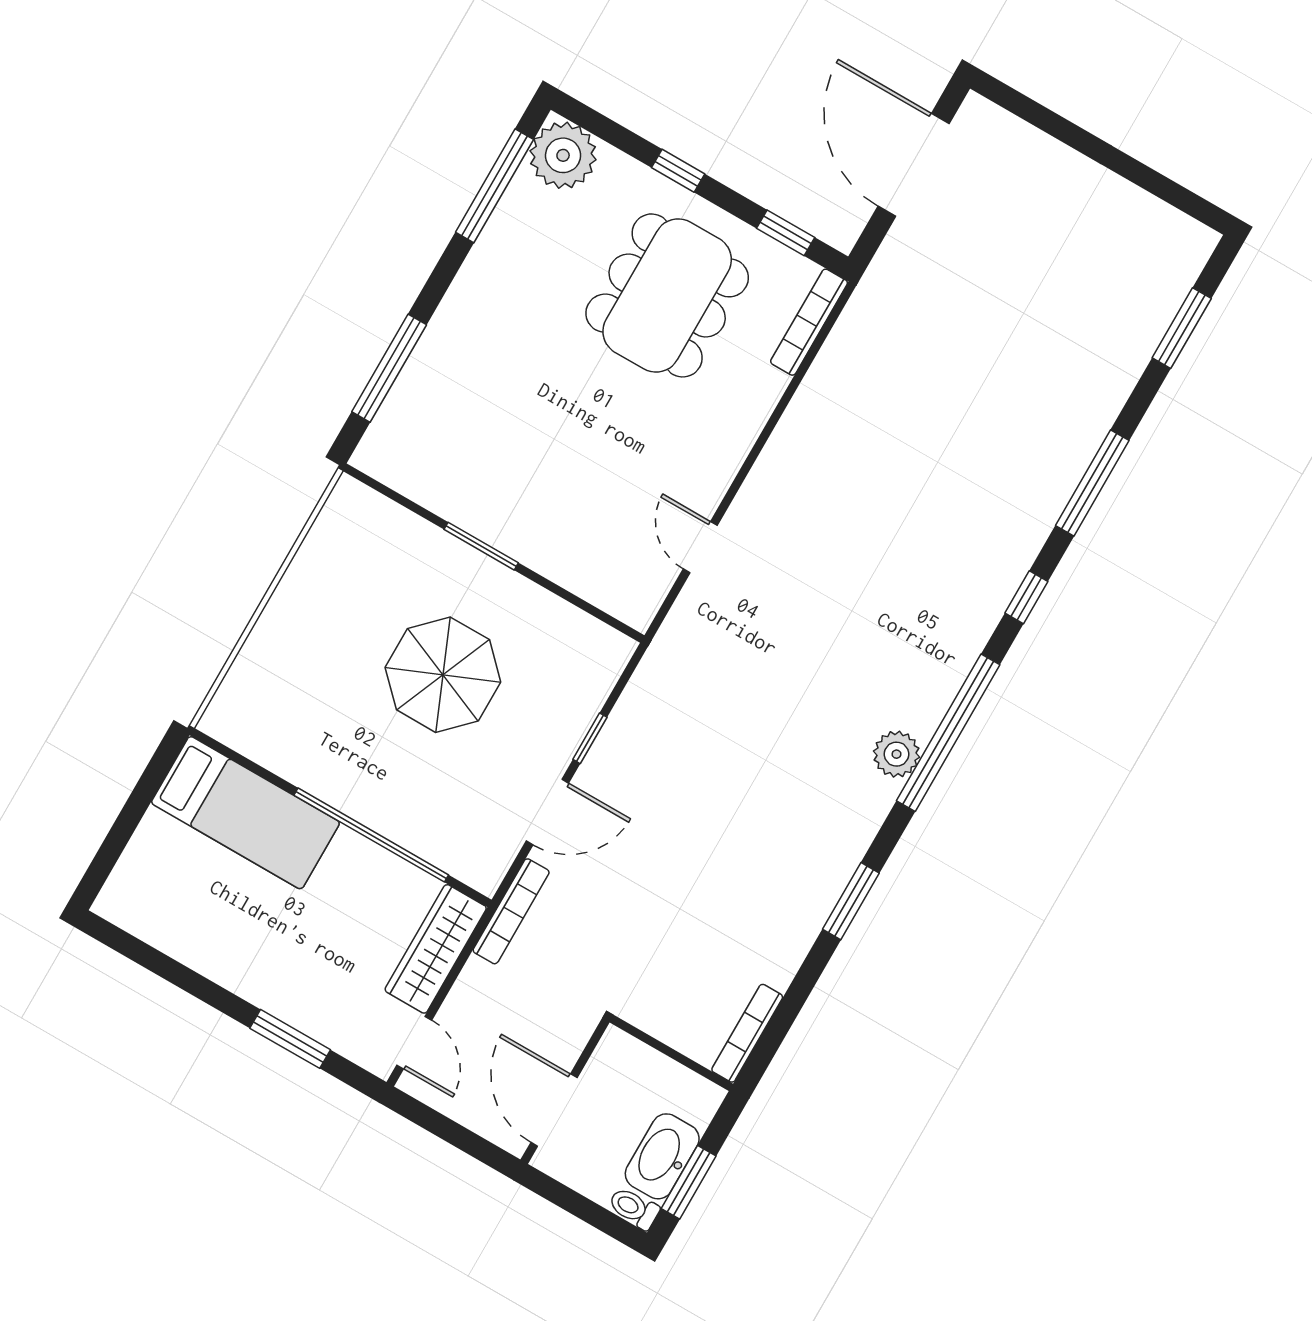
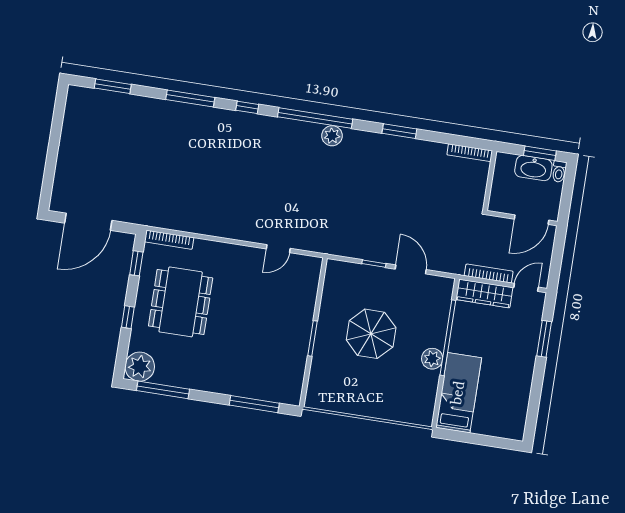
dining table: (667, 295) -> (181, 302), turned 90
plant: (340, 784) -> (432, 359), added
bookcase: (511, 911) -> (489, 274), moved

